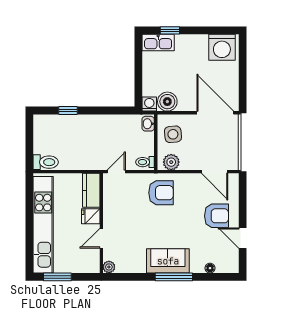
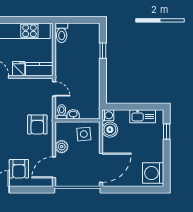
kitchen sink: (158, 43) -> (143, 116), moved, turned -90
washbasin: (148, 124) -> (73, 114), moved
plant: (171, 162) -> (62, 147), moved

